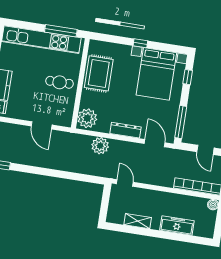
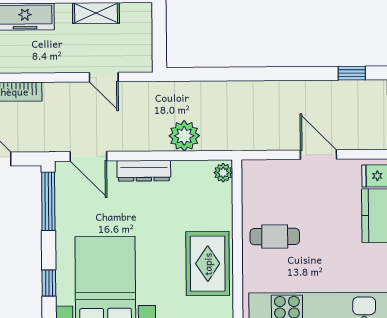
plant: (87, 118) -> (223, 173), width x0.53, depth x0.53
door: (42, 125) -> (318, 155), moved
door: (125, 183) -> (104, 77), moved

